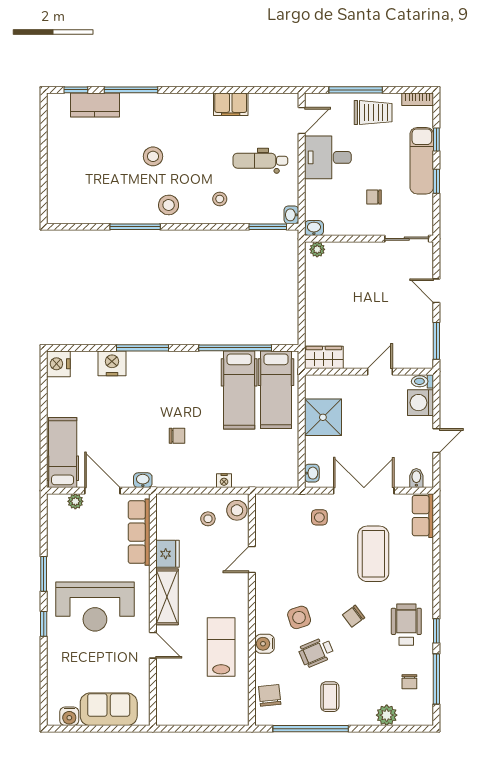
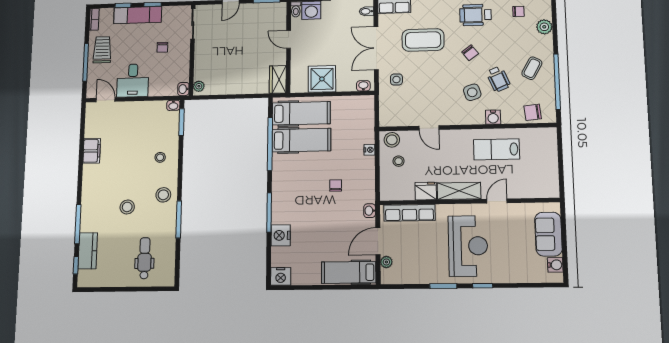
dental chair: (260, 161) -> (145, 258), moved, turned 180
coffee table: (330, 697) -> (532, 68), turned -61

